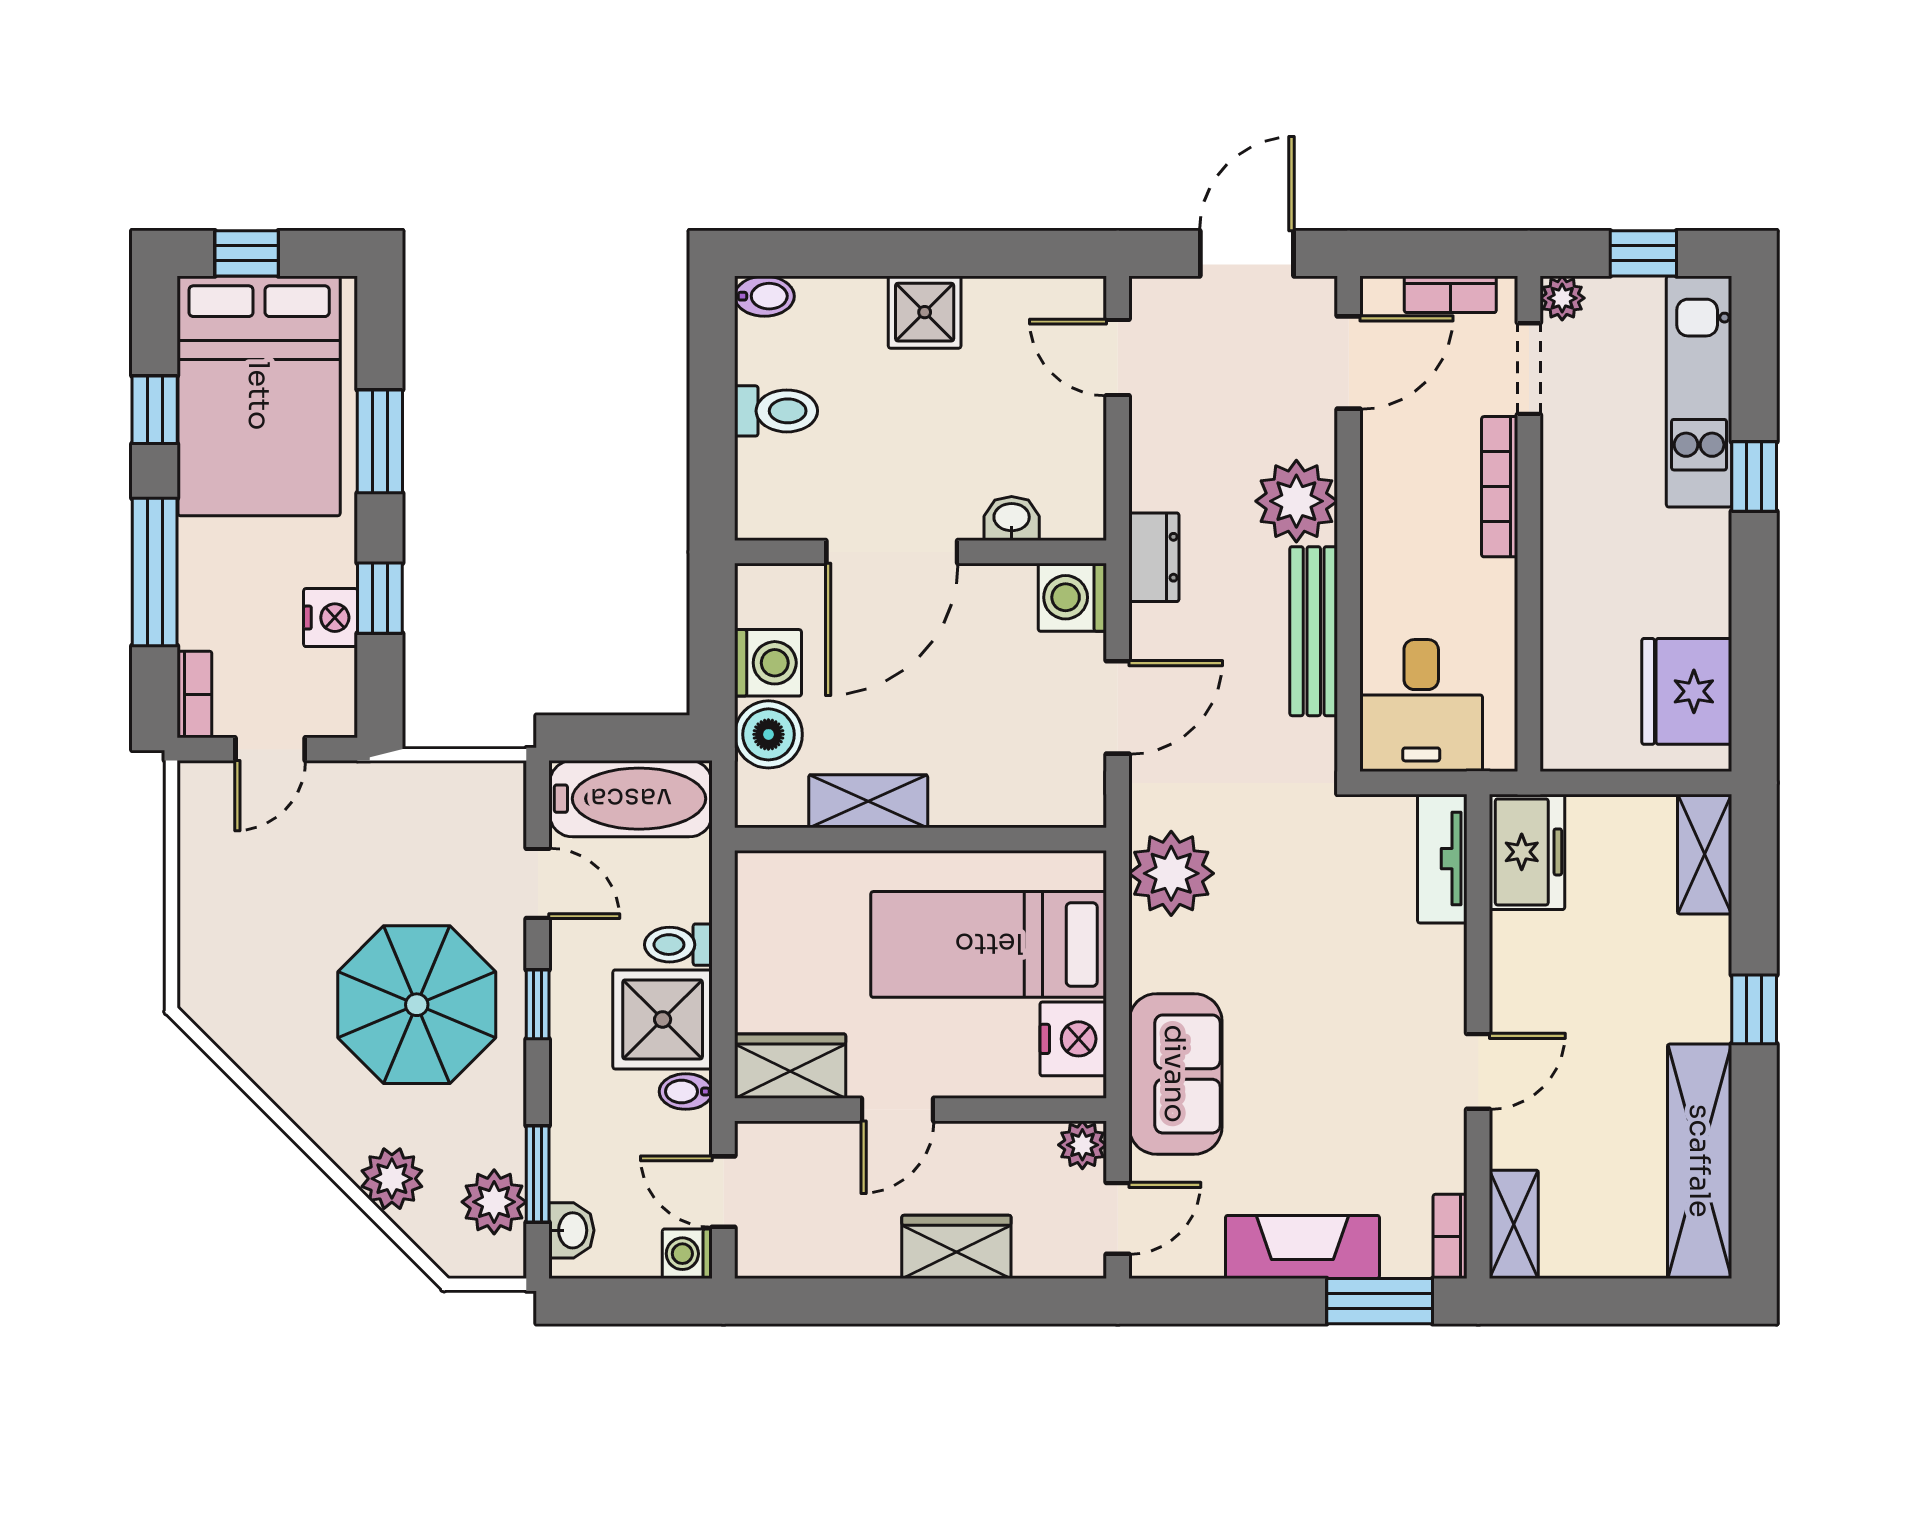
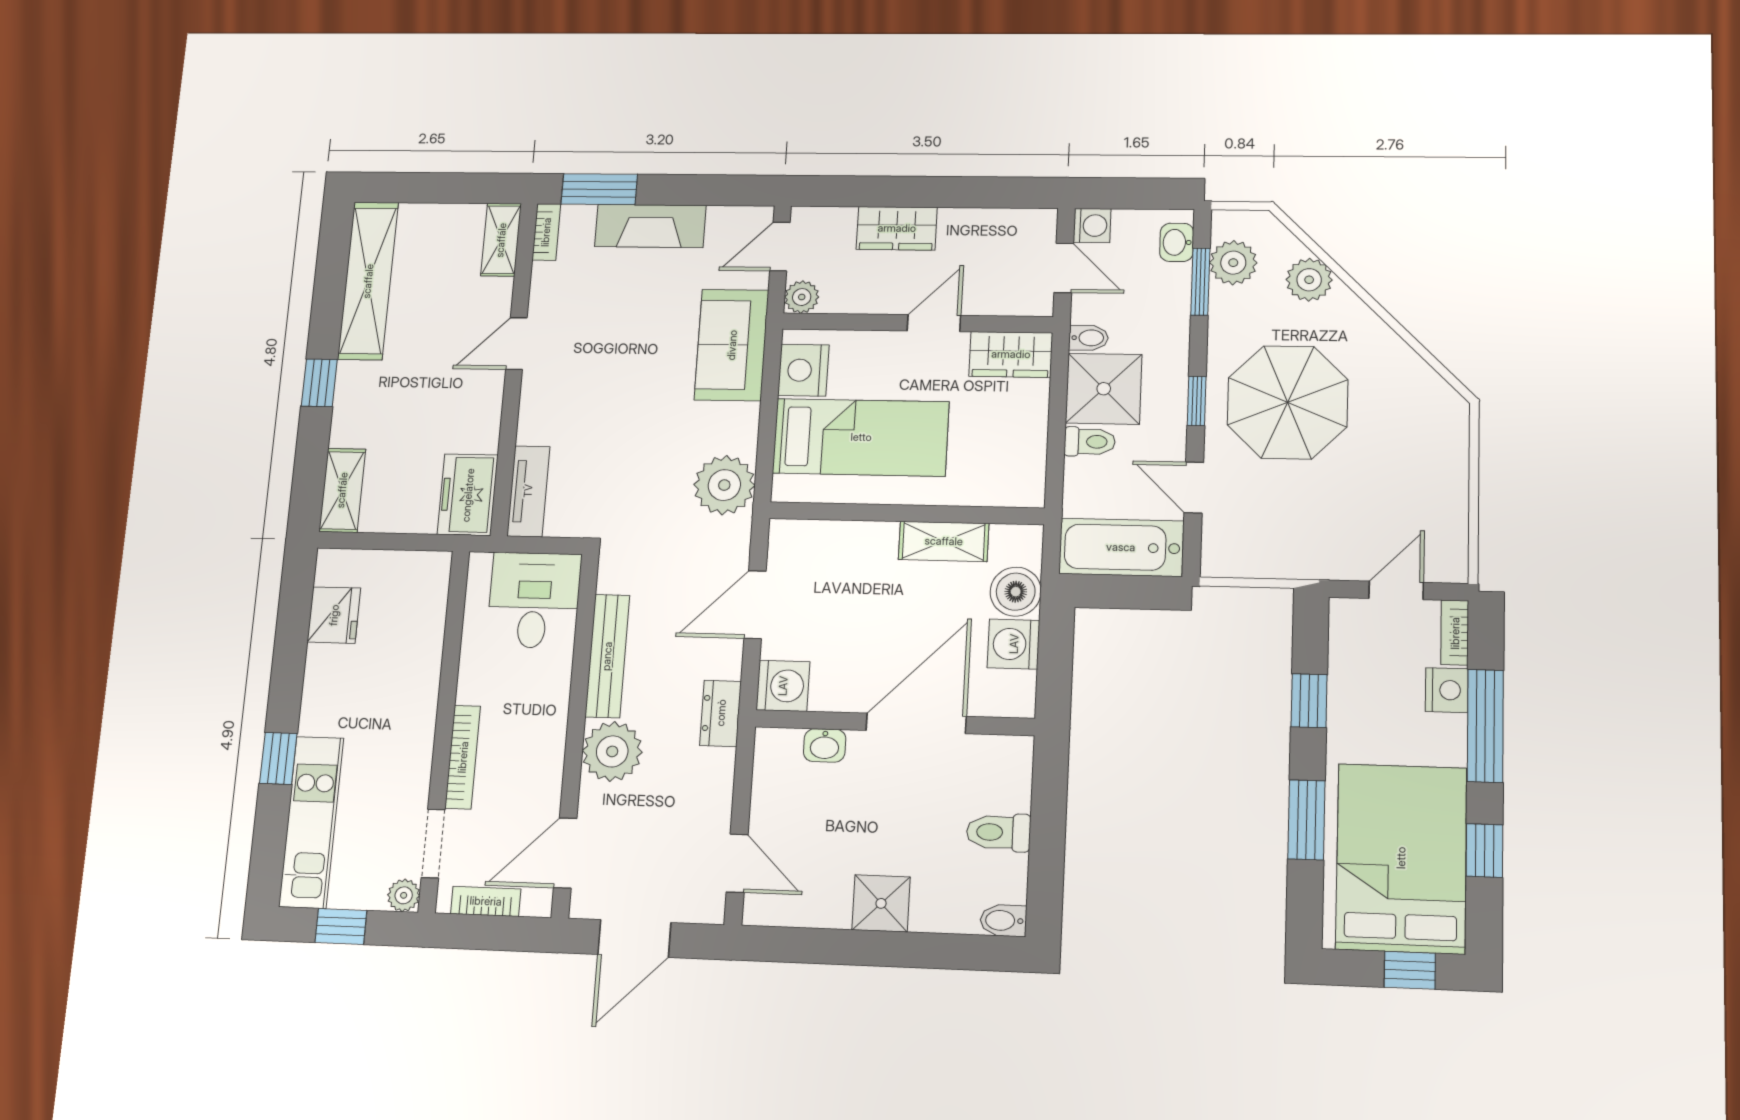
nightstand: (331, 618) -> (1447, 690), moved, turned 180
fridge: (1687, 691) -> (334, 615), width x0.73, depth x0.75

